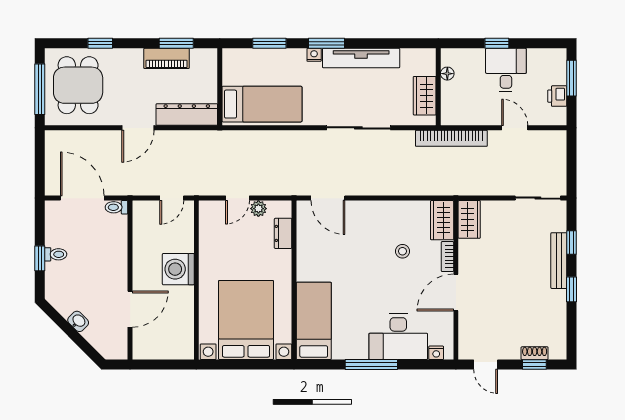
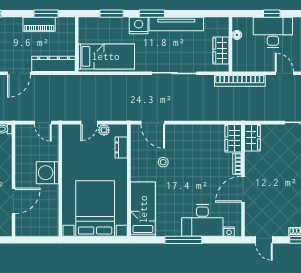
nightstand: (314, 55) -> (139, 25), width x1.89, depth x1.79
desk: (506, 70) -> (273, 32), width x1.37
door: (172, 198) -> (43, 123), hinge flipped
stool: (402, 251) -> (163, 162), moved

